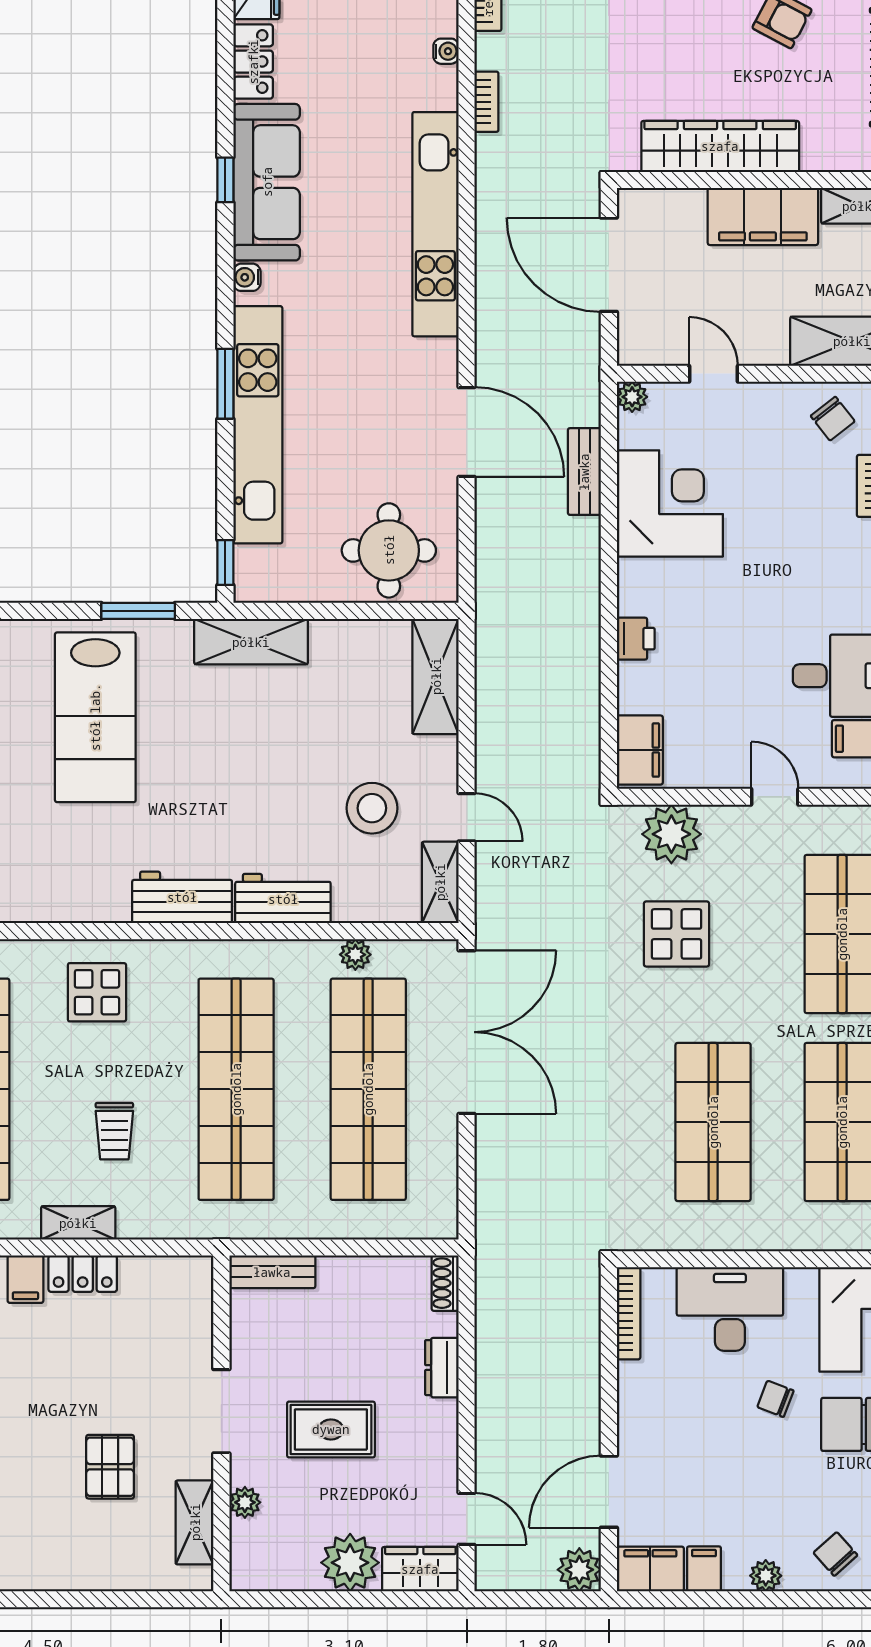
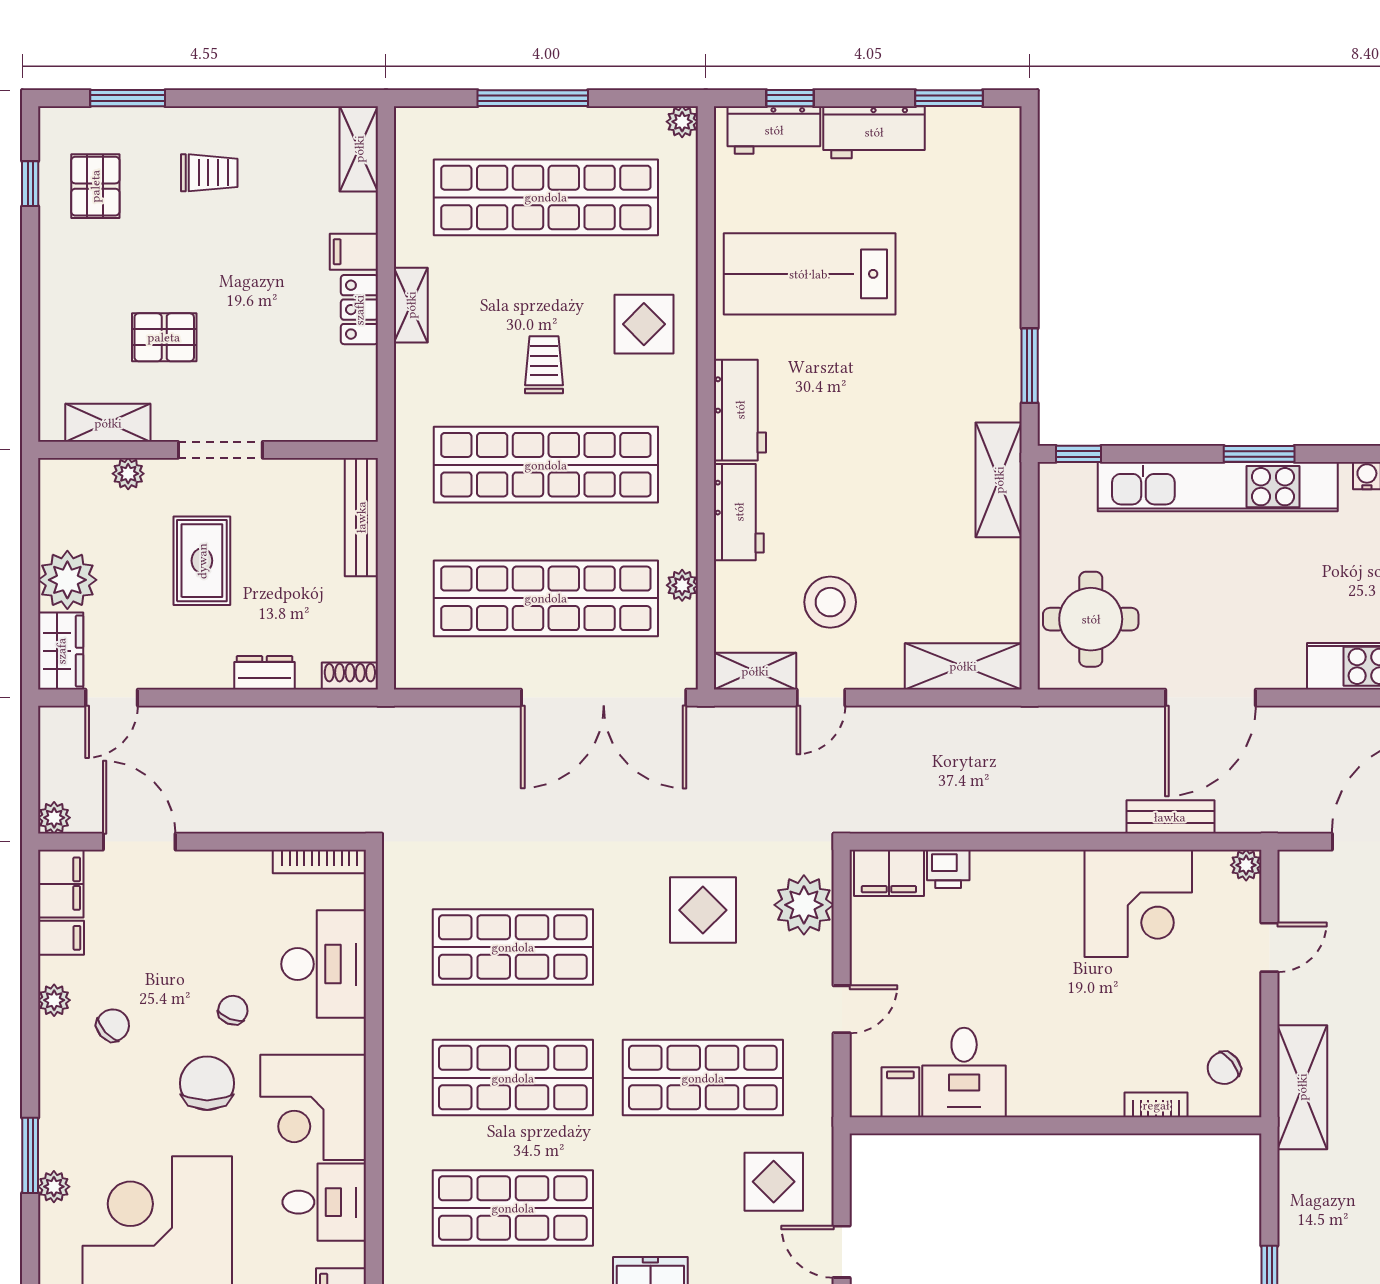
printer: (636, 639) -> (948, 869), moved
lab bench: (95, 717) -> (810, 274), moved
trolley: (114, 1131) -> (544, 365), moved, turned 90
bench: (272, 1272) -> (361, 517), width x1.36
chair: (835, 1554) -> (113, 1025), moved
plant: (579, 1570) -> (54, 818), width x0.73, depth x0.73

